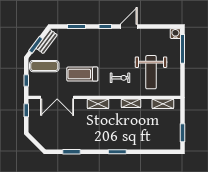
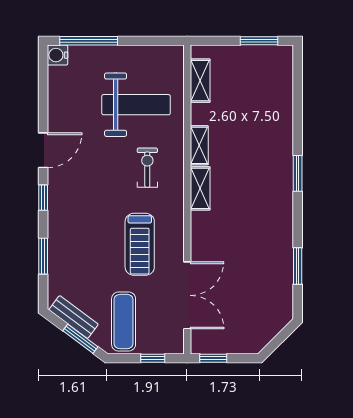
door: (129, 27) -> (43, 150), swing flipped
shelving: (98, 104) -> (200, 188), moved

